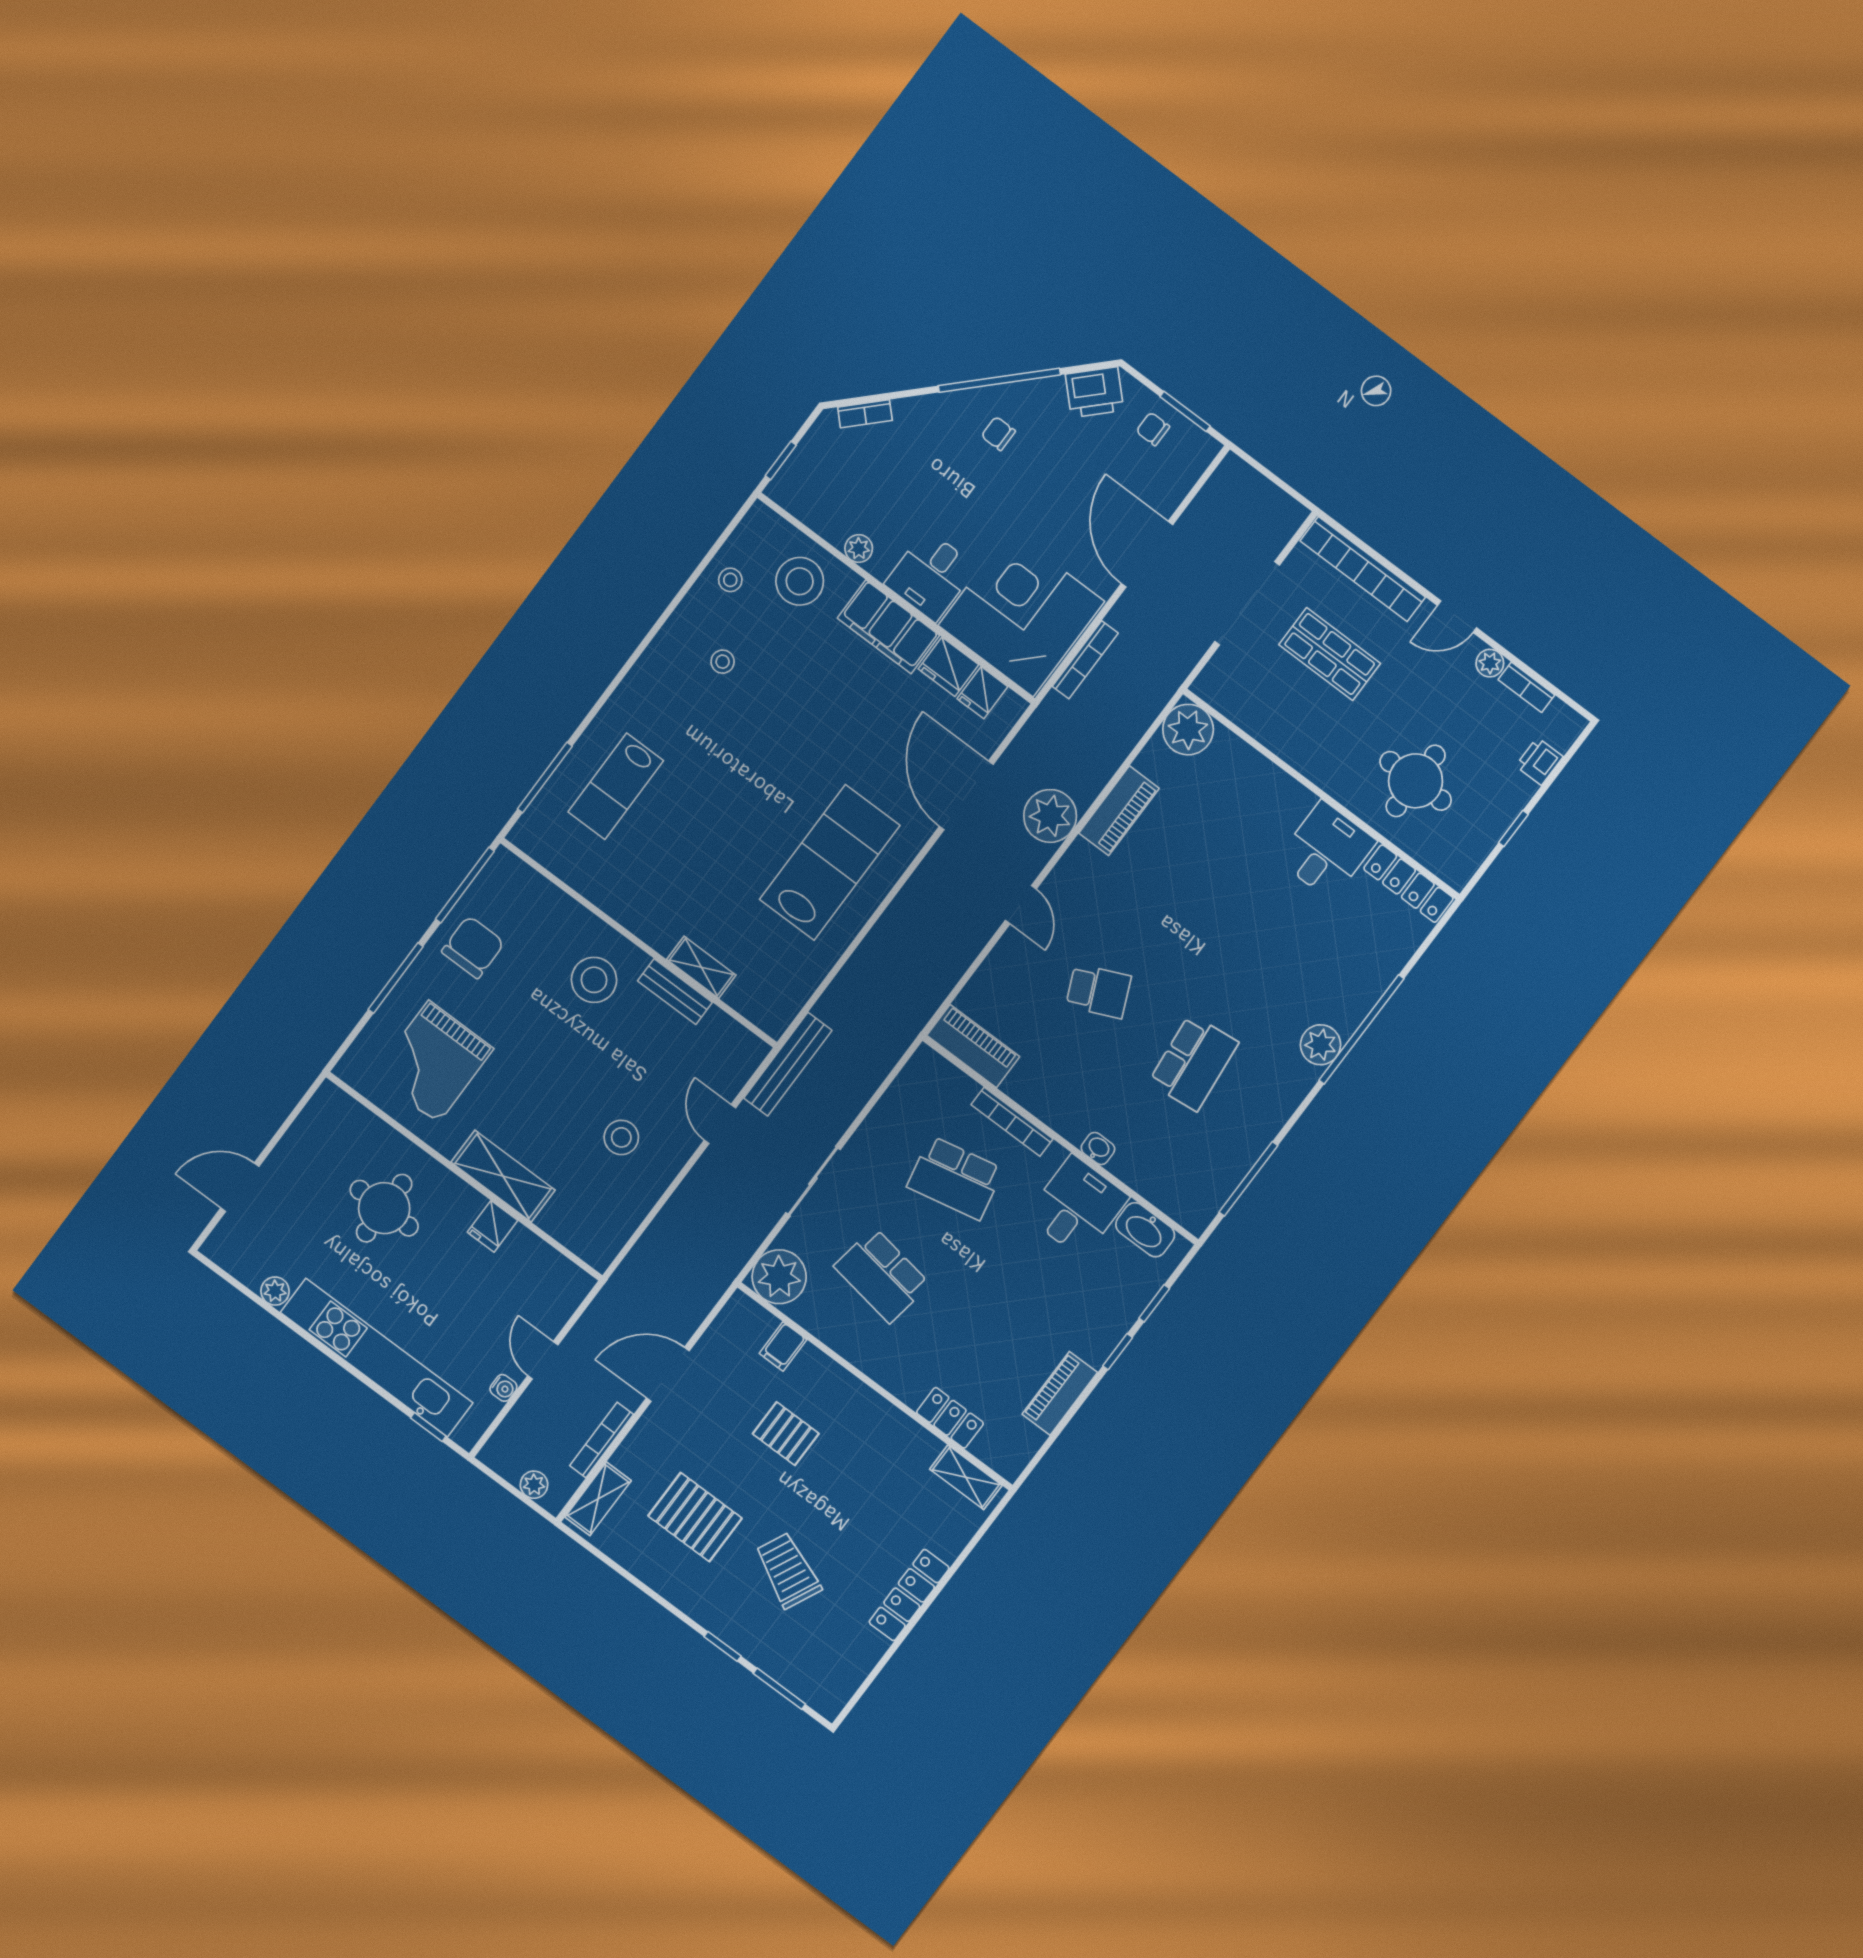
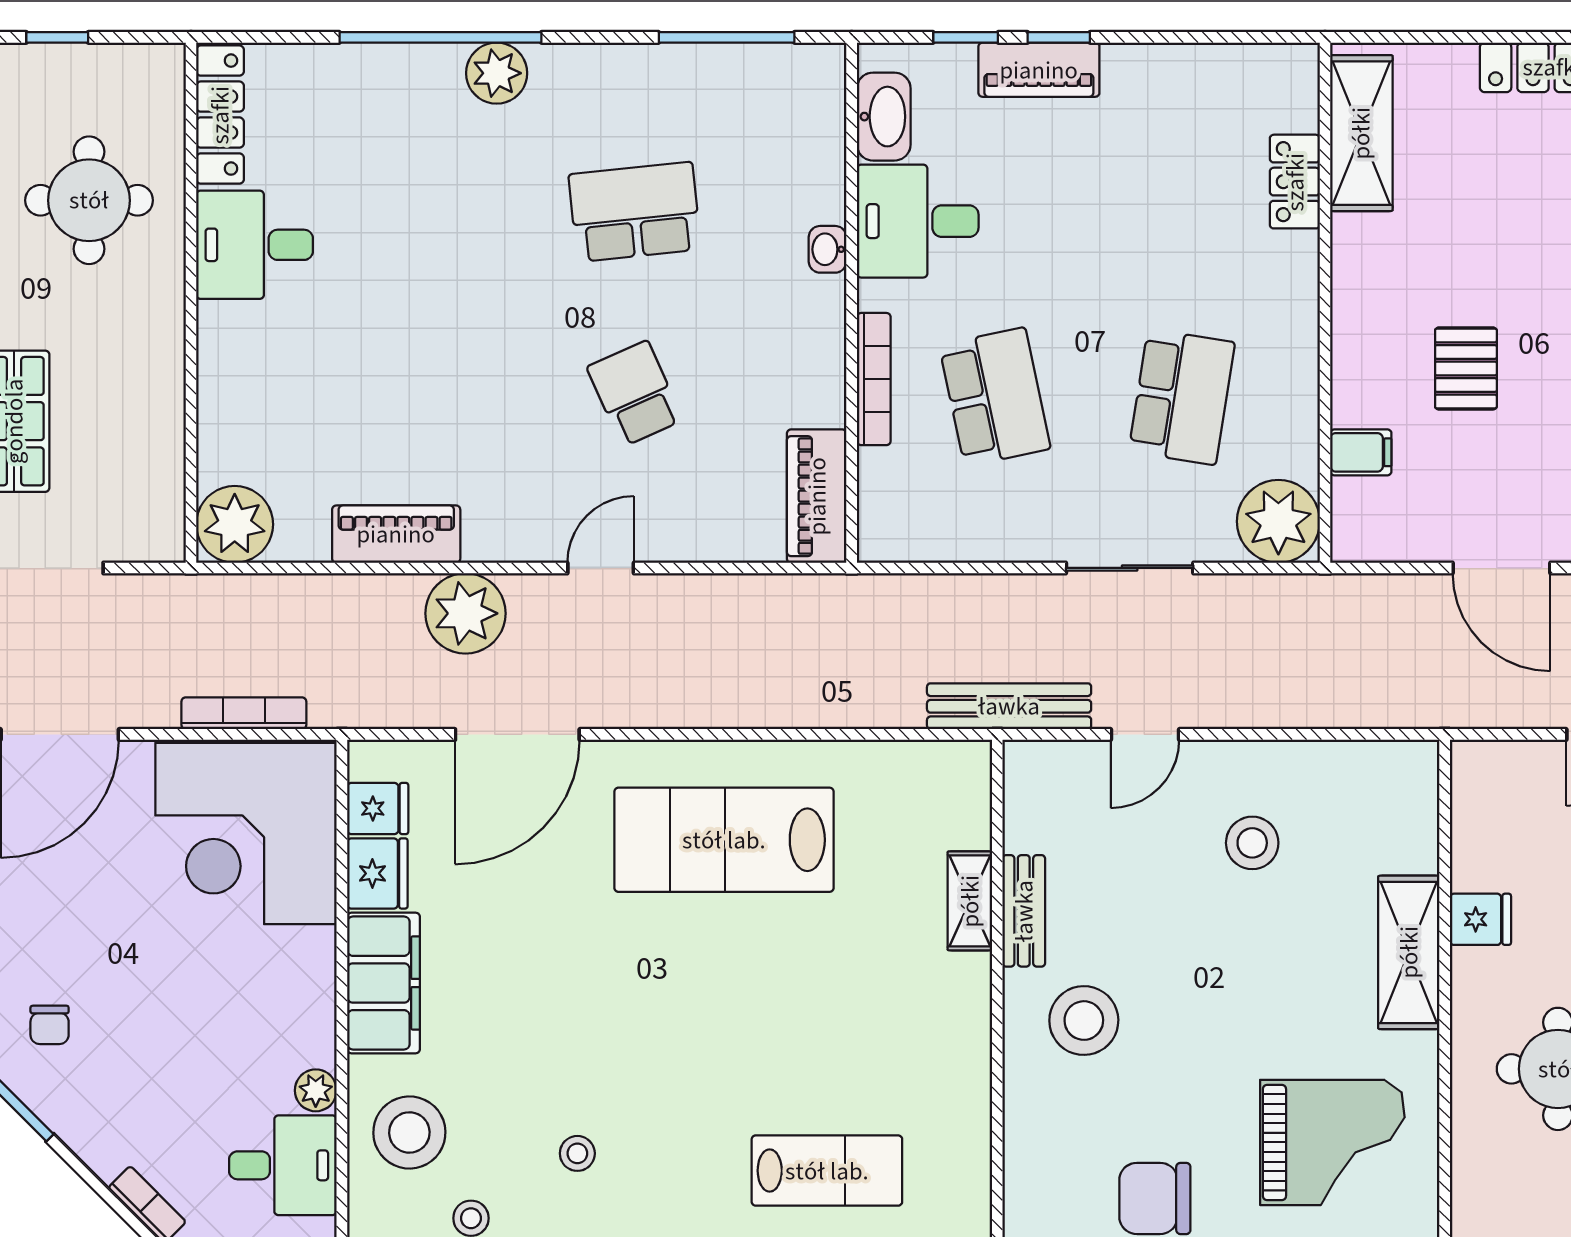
desk: (931, 576) -> (283, 1165), moved
piano: (1060, 1393) -> (1039, 70), moved
shelving: (966, 1477) -> (1361, 133), width x1.50, depth x1.33

